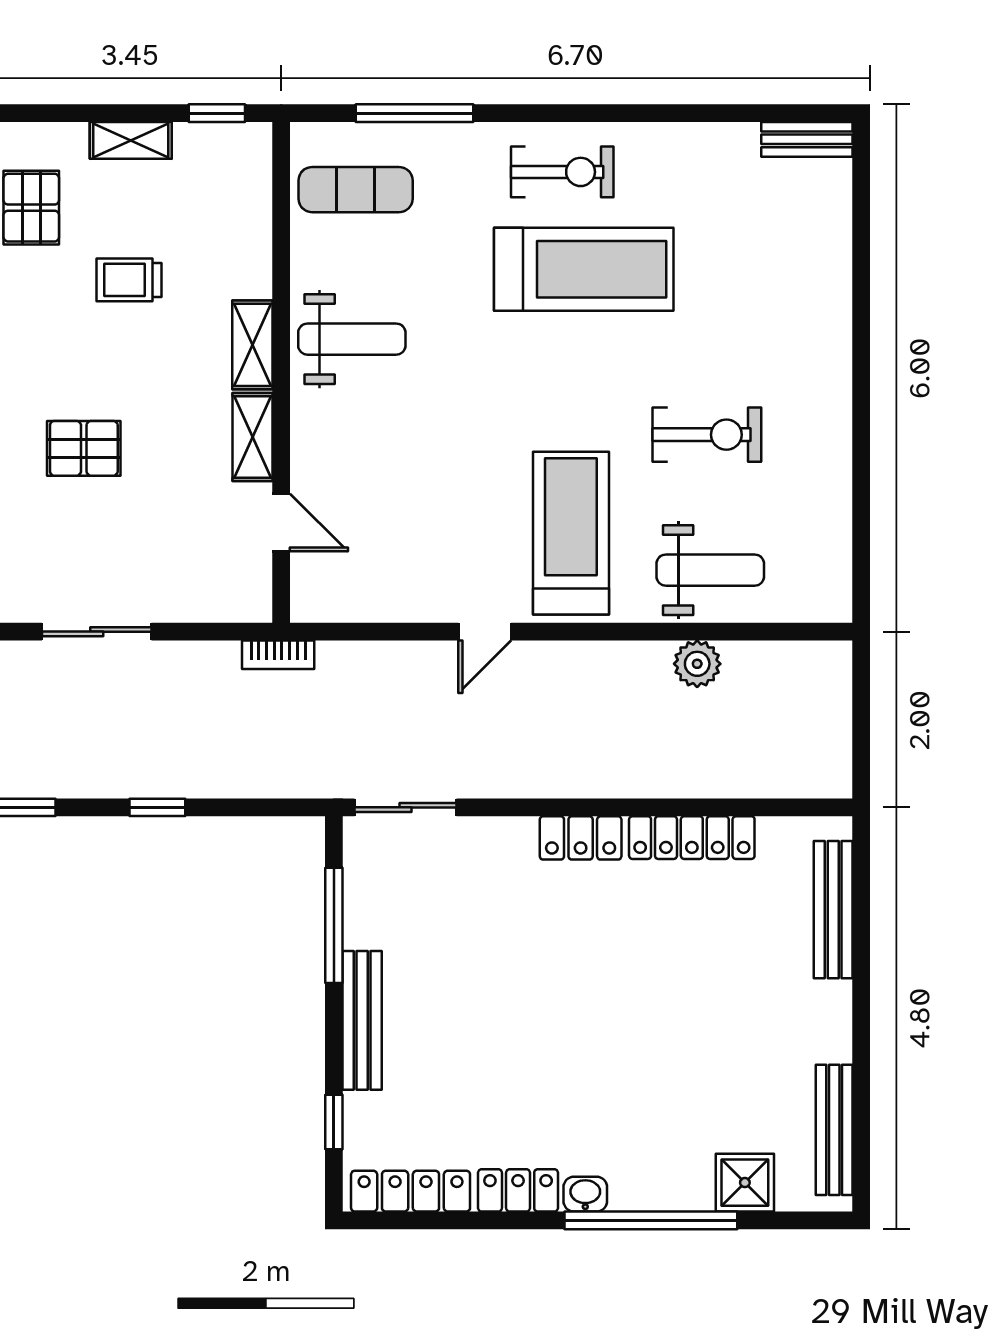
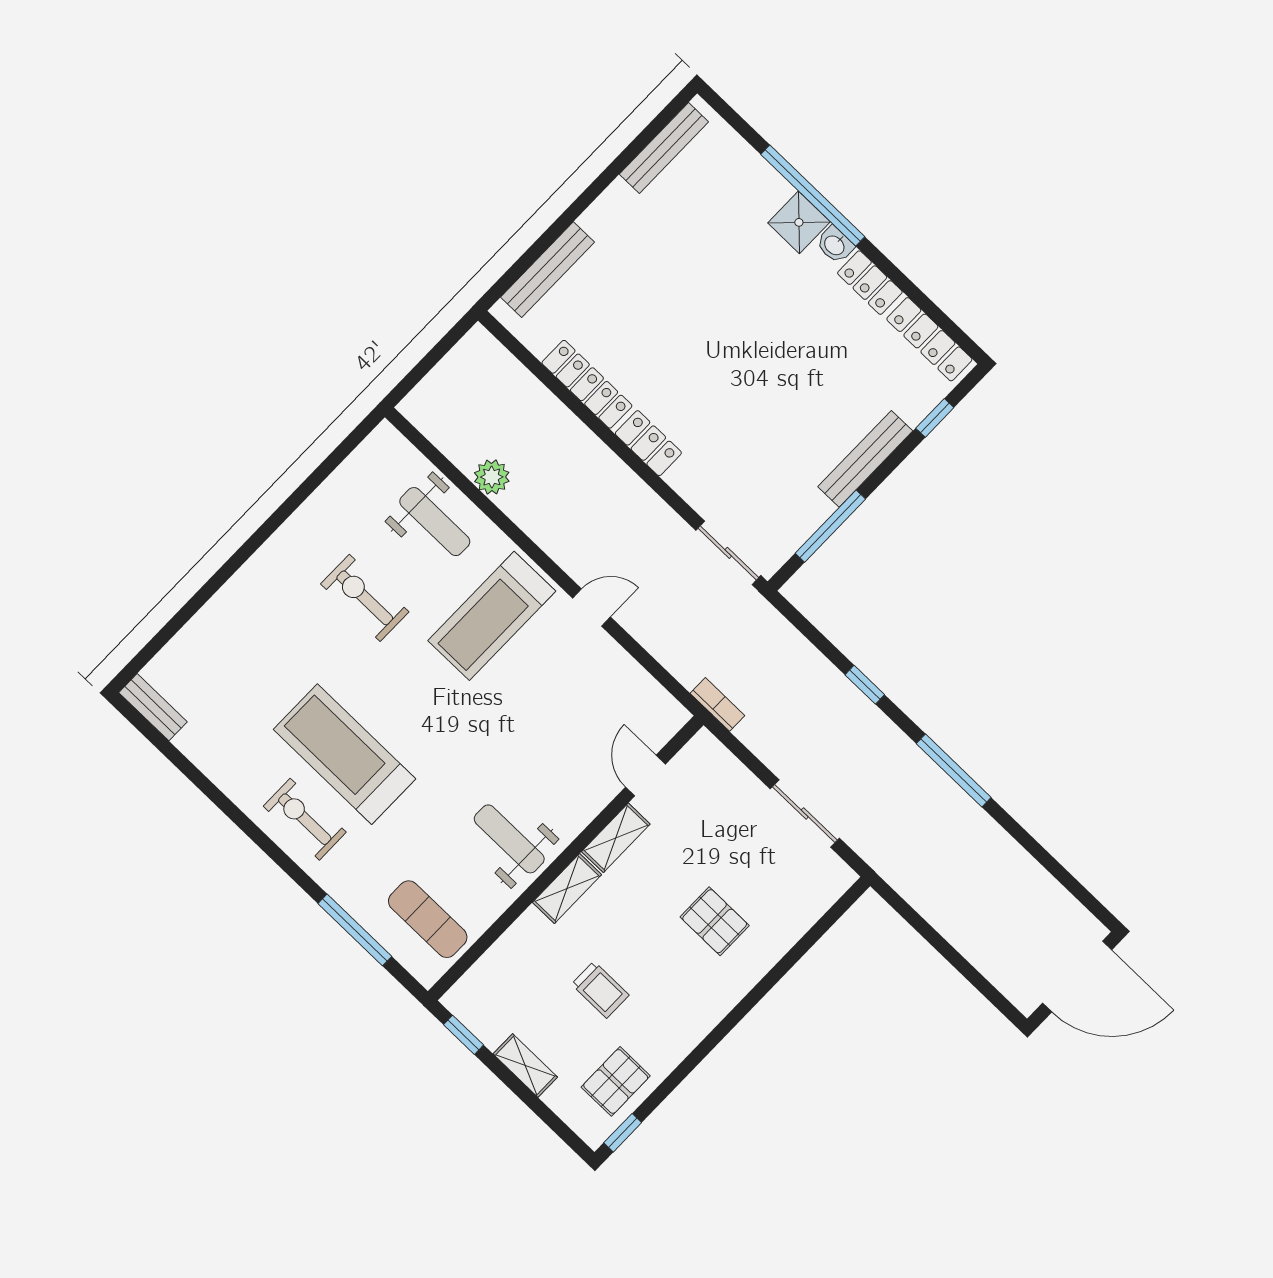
weight bench: (710, 570) -> (435, 522), turned 180
shower: (745, 1183) -> (799, 222), moved

